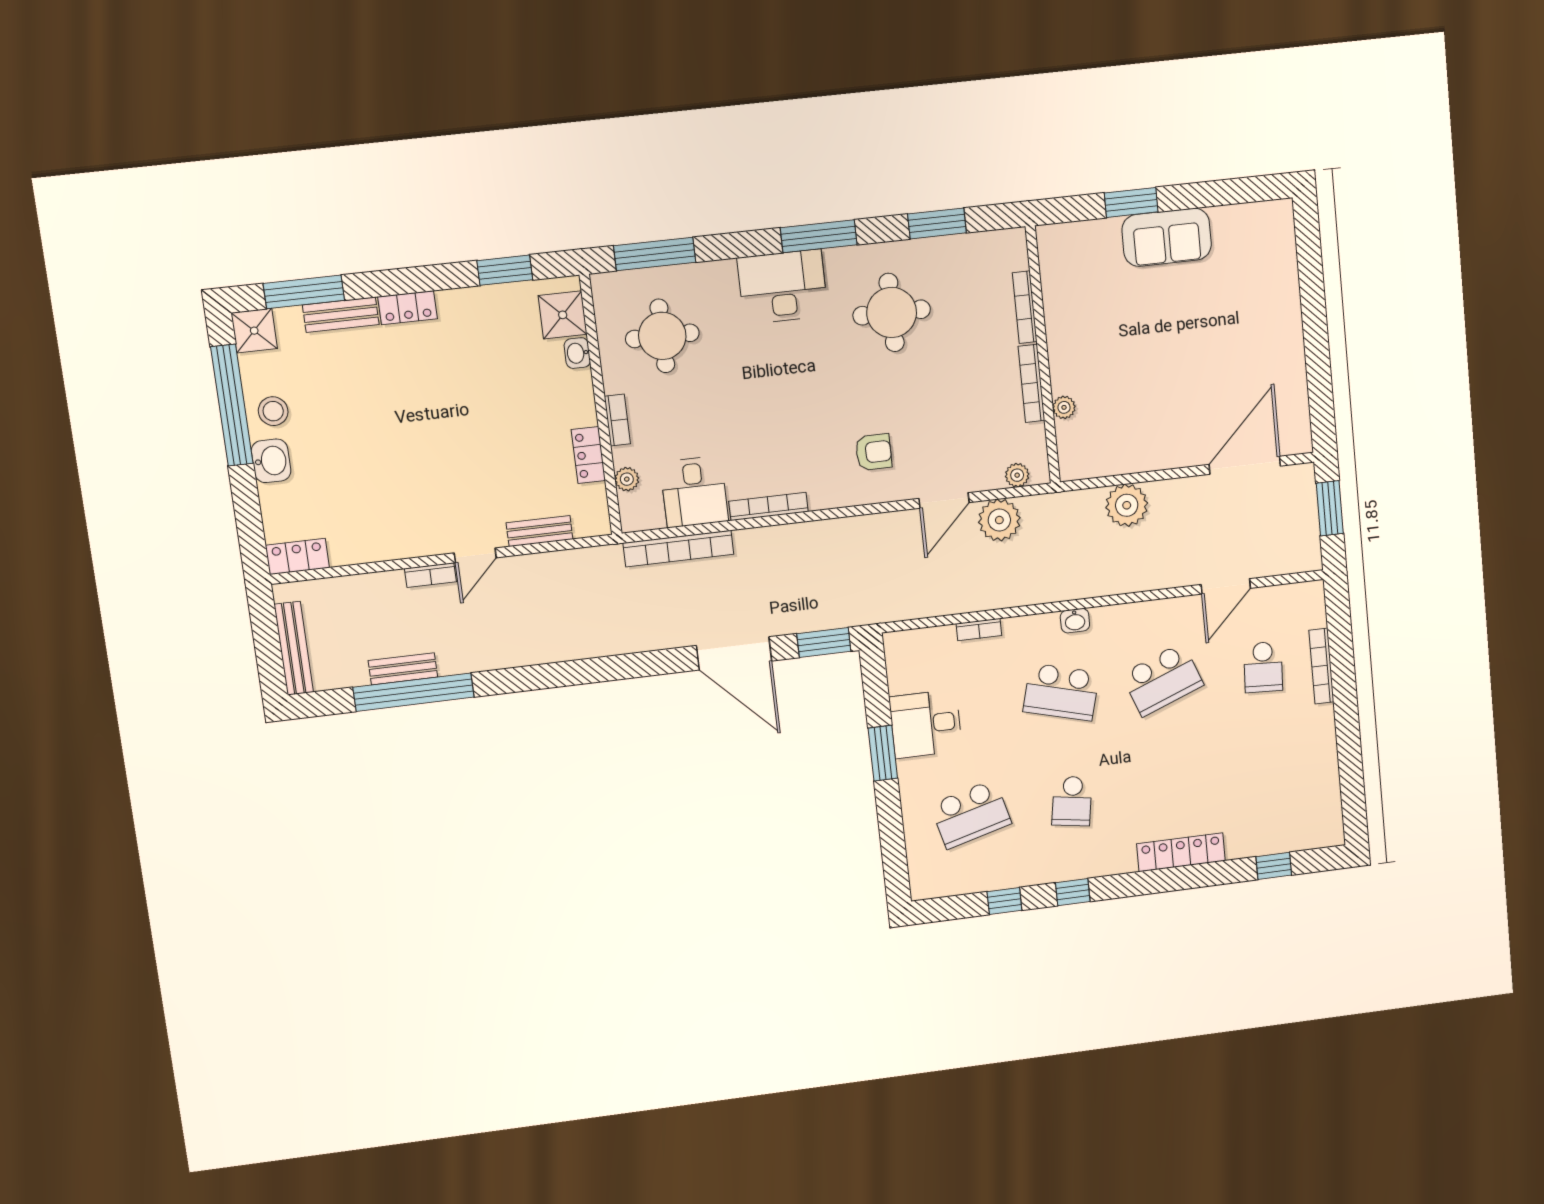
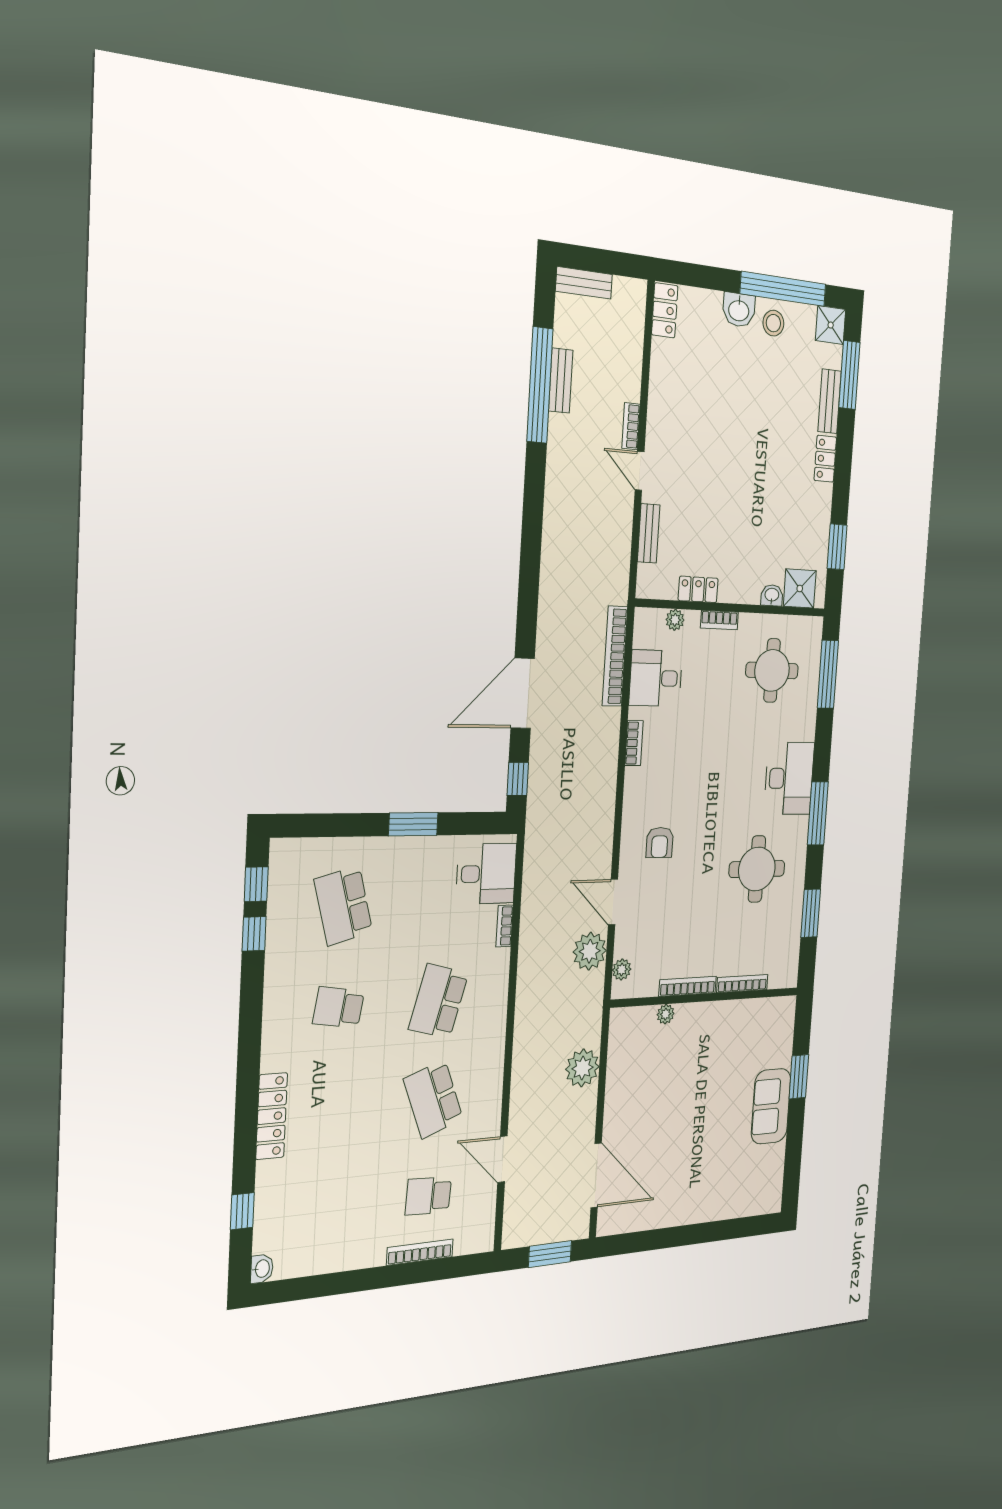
bookcase: (769, 506) -> (634, 743), width x0.64
washbasin: (1075, 621) -> (262, 1269), moved, turned 180
window: (824, 642) -> (518, 779), width x0.67
bench: (294, 648) -> (584, 283), width x0.73
desk: (926, 724) -> (486, 874), moved, turned 90
window: (1073, 892) -> (256, 884), moved

